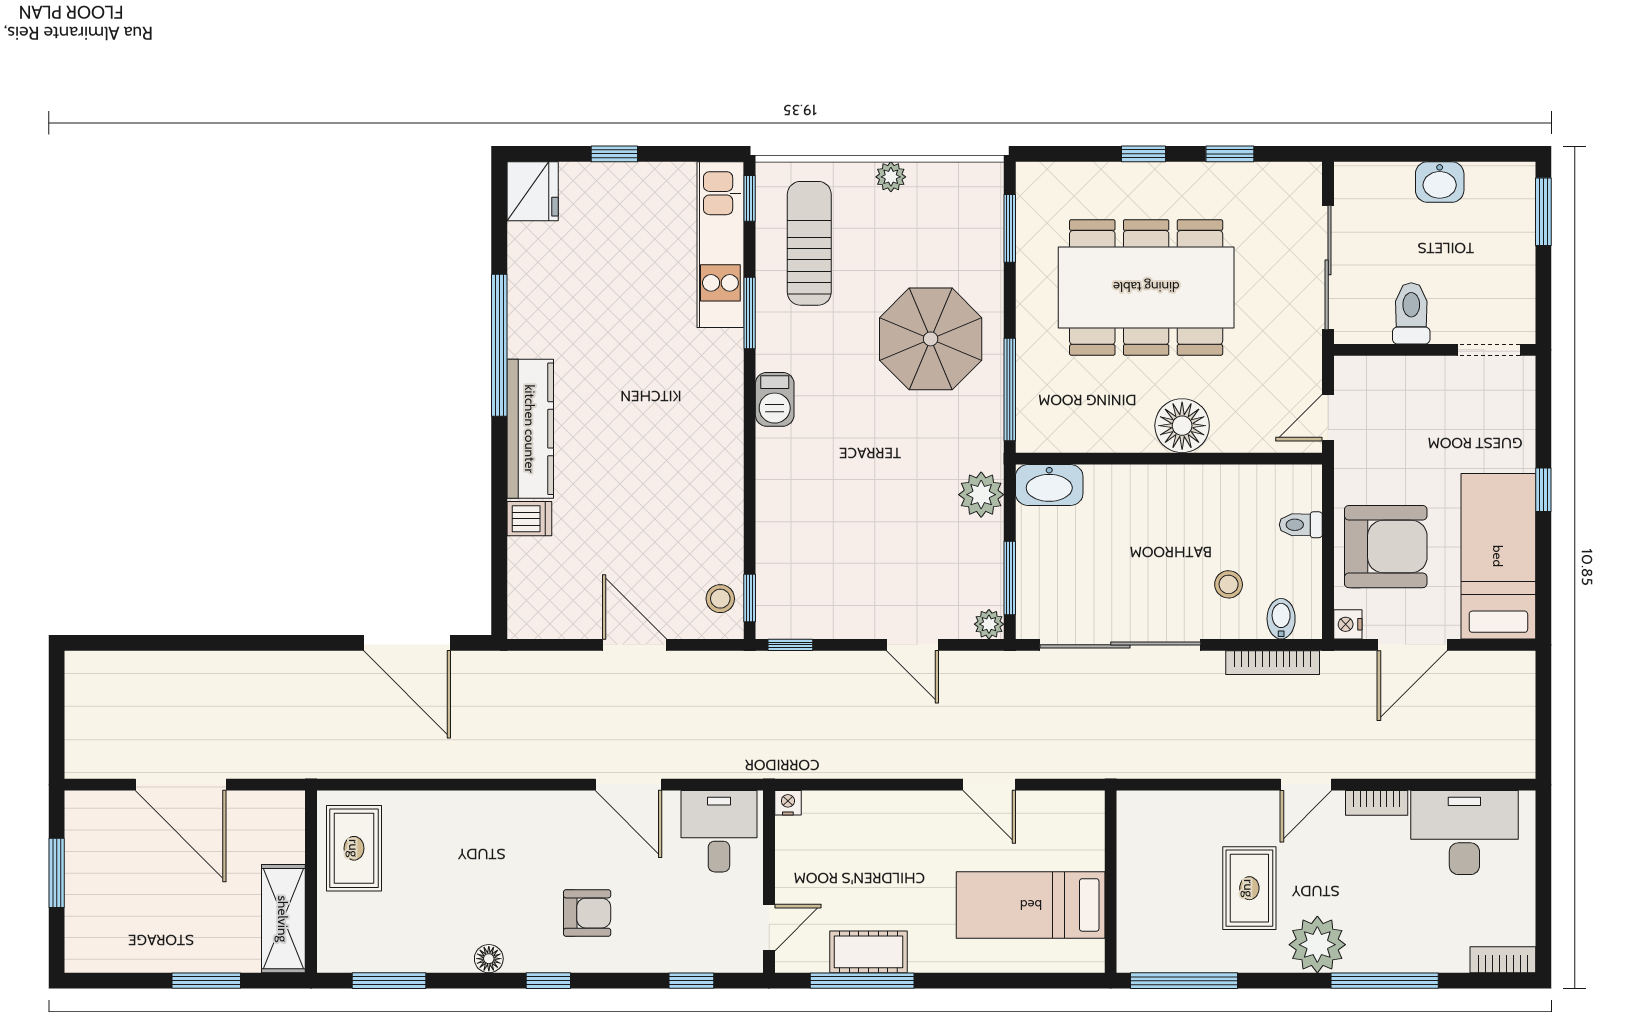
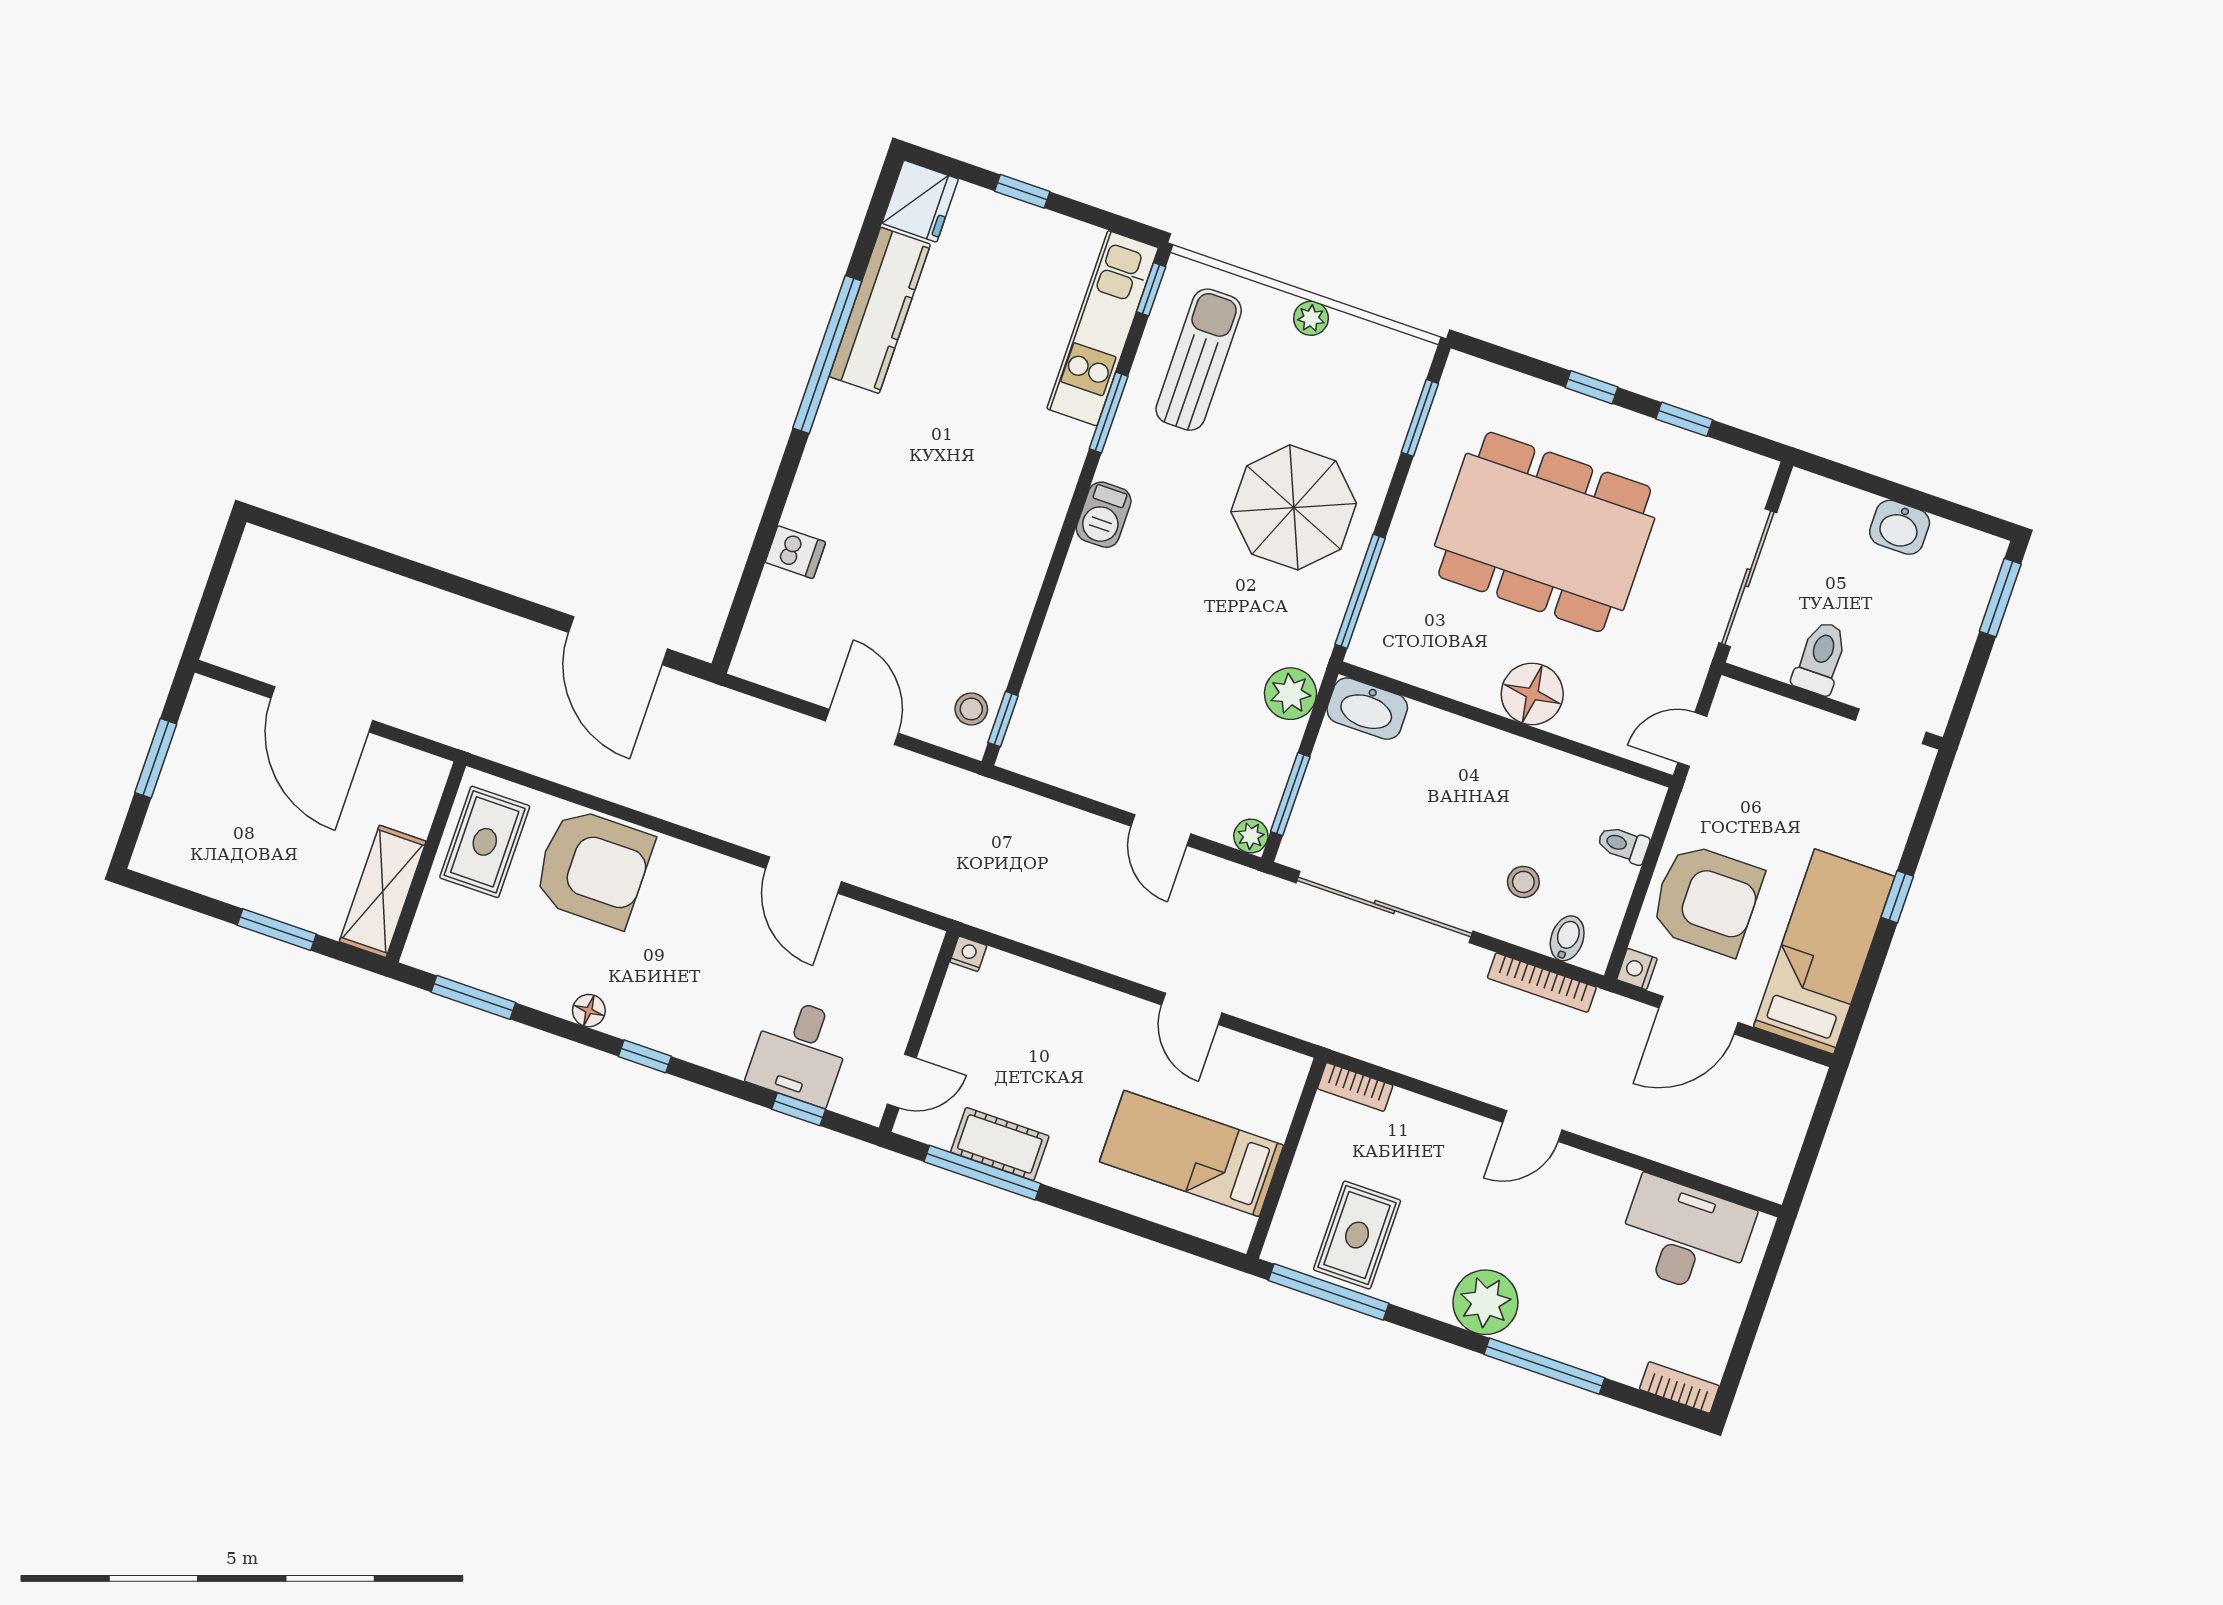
kitchen counter: (530, 429) -> (880, 310), moved
window: (790, 645) -> (1030, 785), removed
bookcase: (1377, 803) -> (1355, 1087), moved
desk: (719, 831) -> (800, 1051), moved, turned 180
rug: (1249, 888) -> (1357, 1235), moved
armchair: (587, 913) -> (593, 868), moved, width x1.88, depth x1.88

